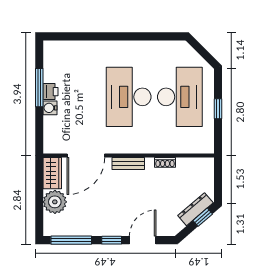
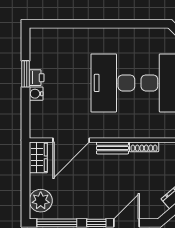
window: (39, 88) -> (25, 74), width x0.69
shoe rack: (165, 162) -> (144, 147), width x1.43
plant: (55, 202) -> (41, 201), moved

